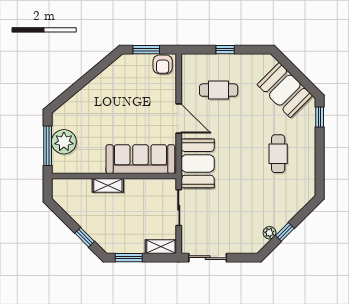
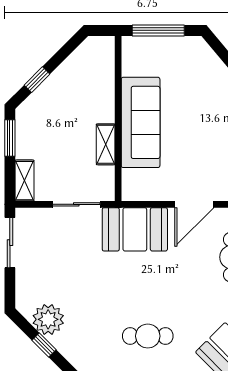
plant: (64, 142) -> (164, 52), removed
sofa: (140, 159) -> (141, 122), moved
shelving: (108, 185) -> (106, 144), moved
plant: (269, 233) -> (48, 319), width x1.88, depth x1.88

